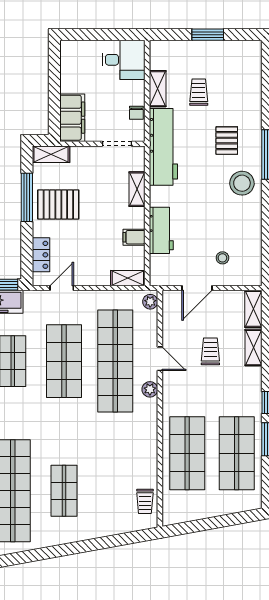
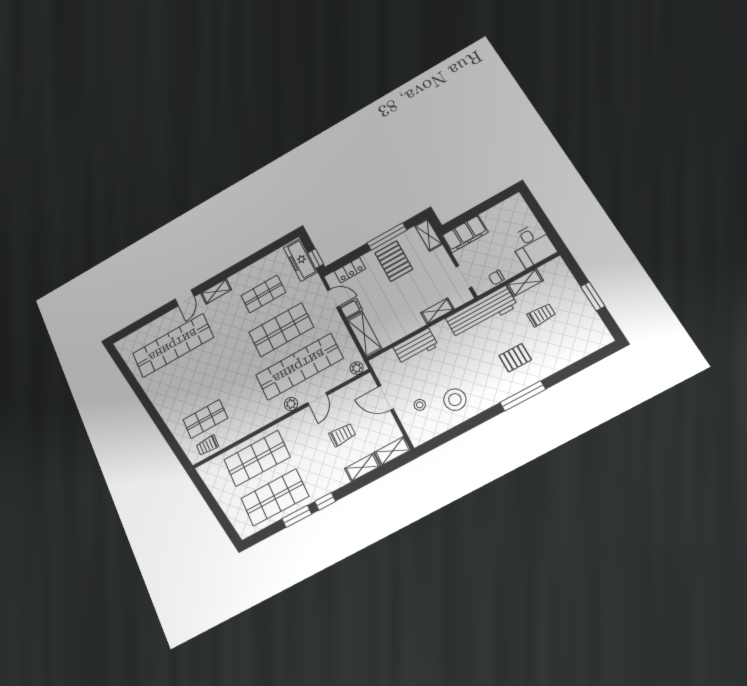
stool: (242, 183) -> (455, 400), moved
filing cabinet: (134, 237) -> (351, 309), moved, turned 90
shelving: (128, 278) -> (364, 334), width x1.50, depth x1.33
shop shelf: (64, 491) -> (205, 419), moved

